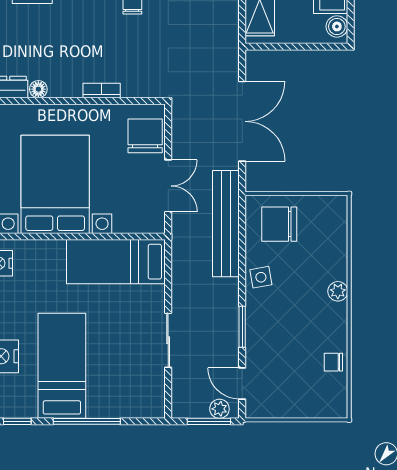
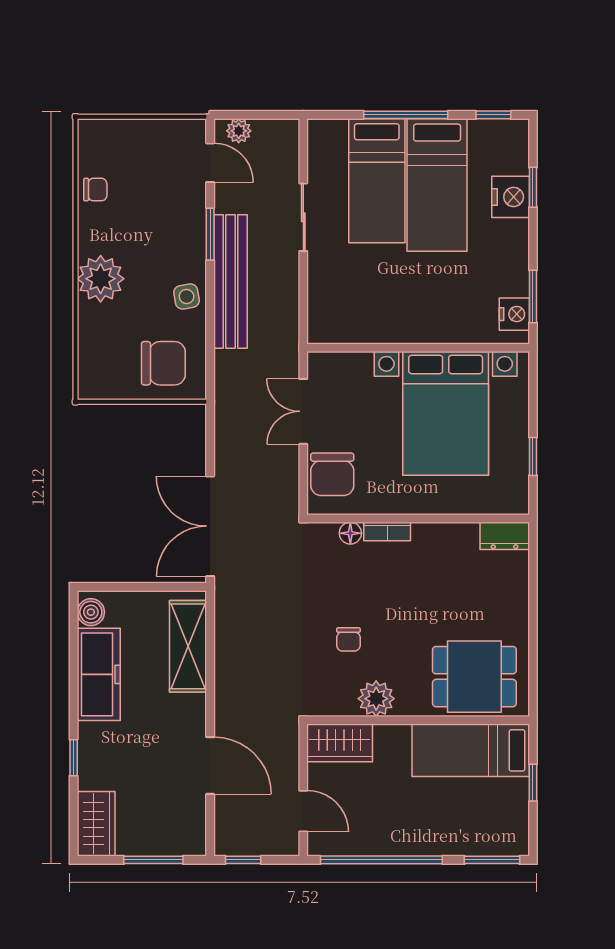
floor lamp: (38, 89) -> (350, 533), moved
double door: (242, 121) -> (210, 526), moved
bench: (226, 224) -> (231, 281), moved
bed: (116, 262) -> (377, 181), moved, turned 90
plant: (338, 291) -> (101, 279), width x1.87, depth x1.87
window: (209, 421) -> (252, 115), removed

